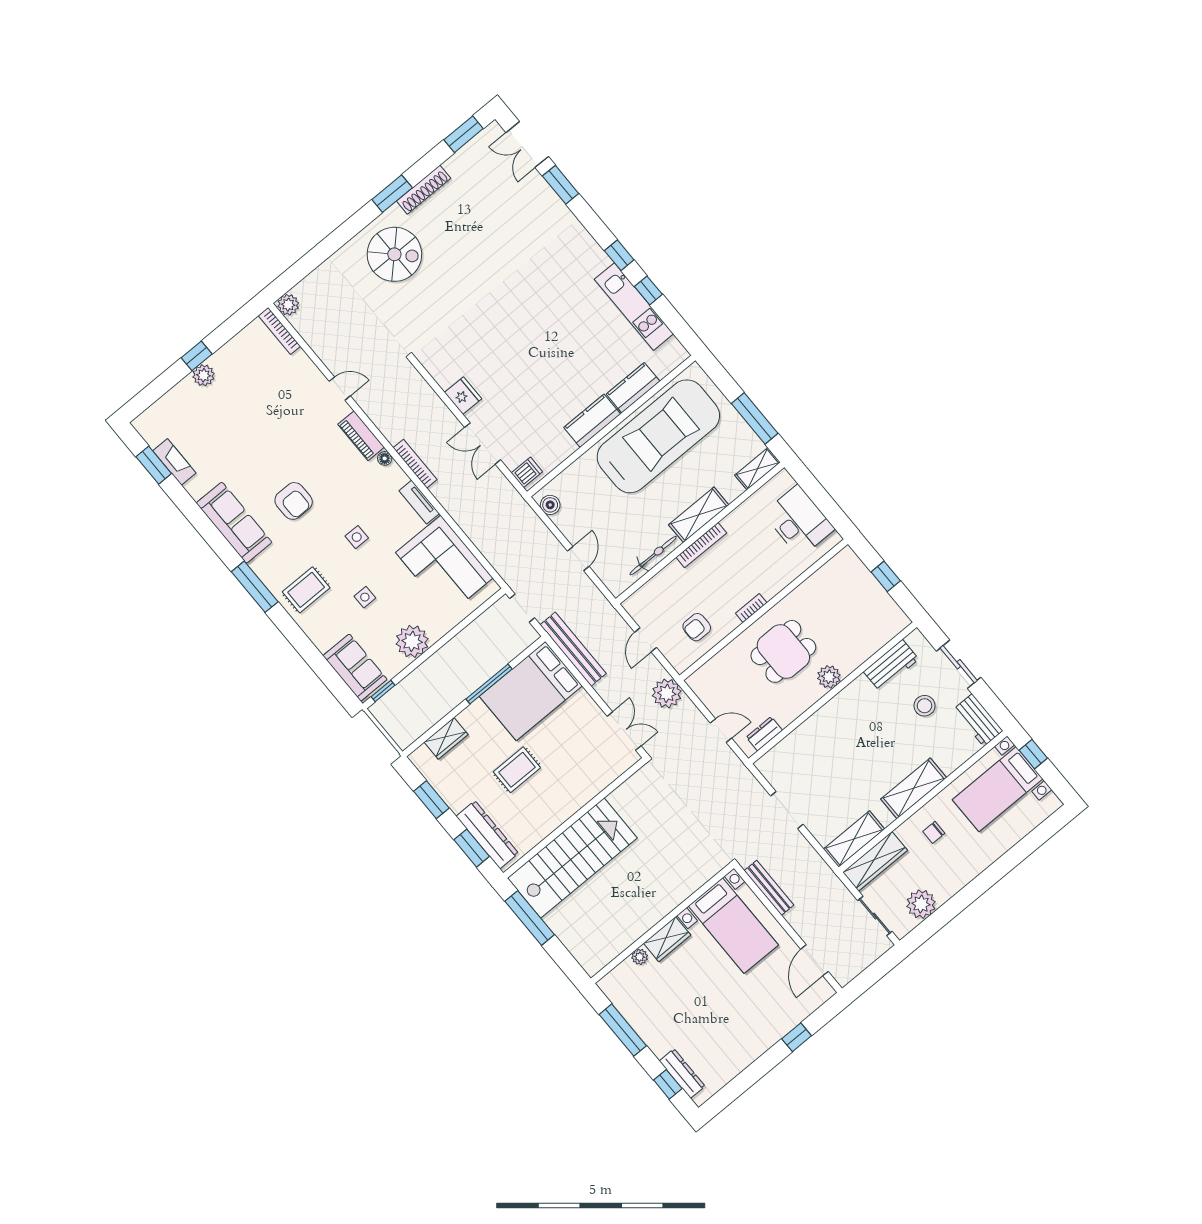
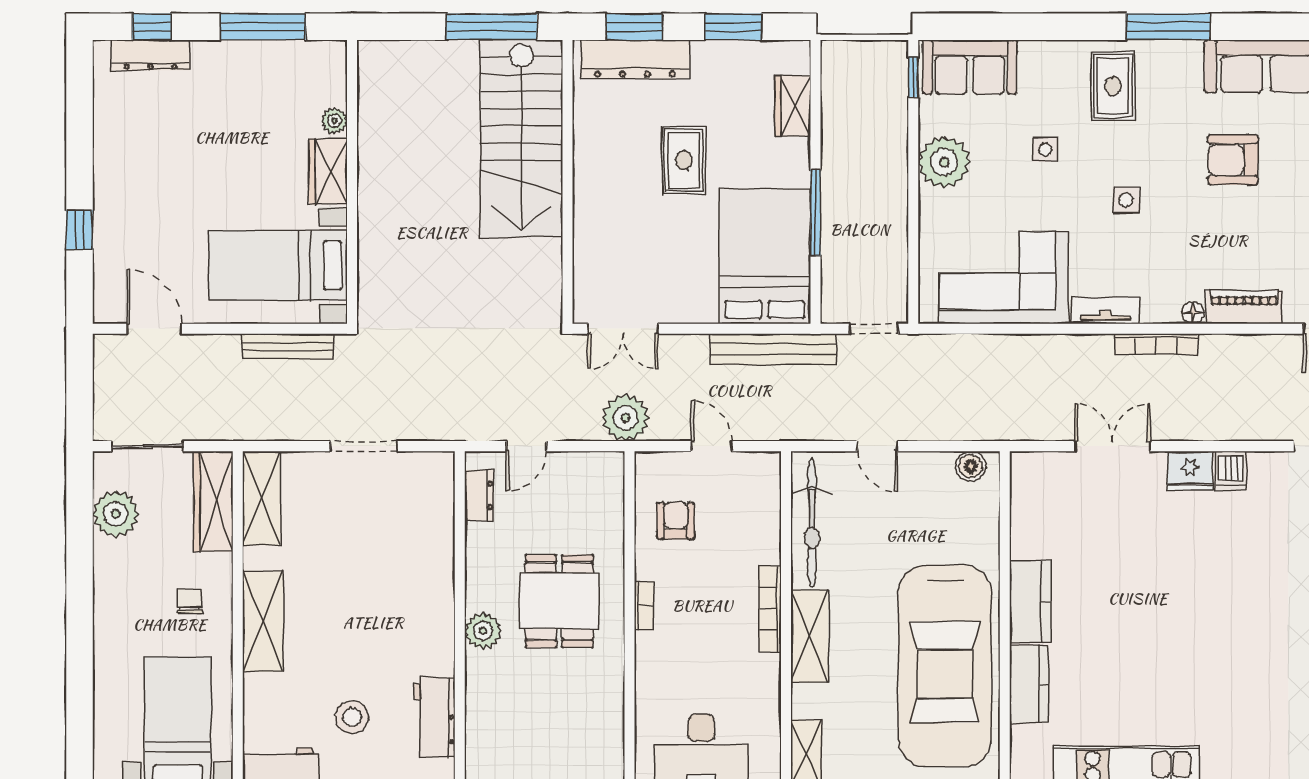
dishwasher: (527, 472) -> (1231, 471), moved
bicycle: (653, 556) -> (812, 523), width x1.37, depth x1.40

